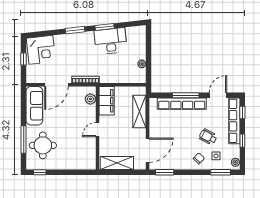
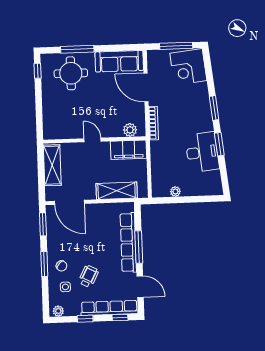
window: (24, 59) -> (176, 46), width x2.17
window: (221, 172) -> (44, 264), moved

